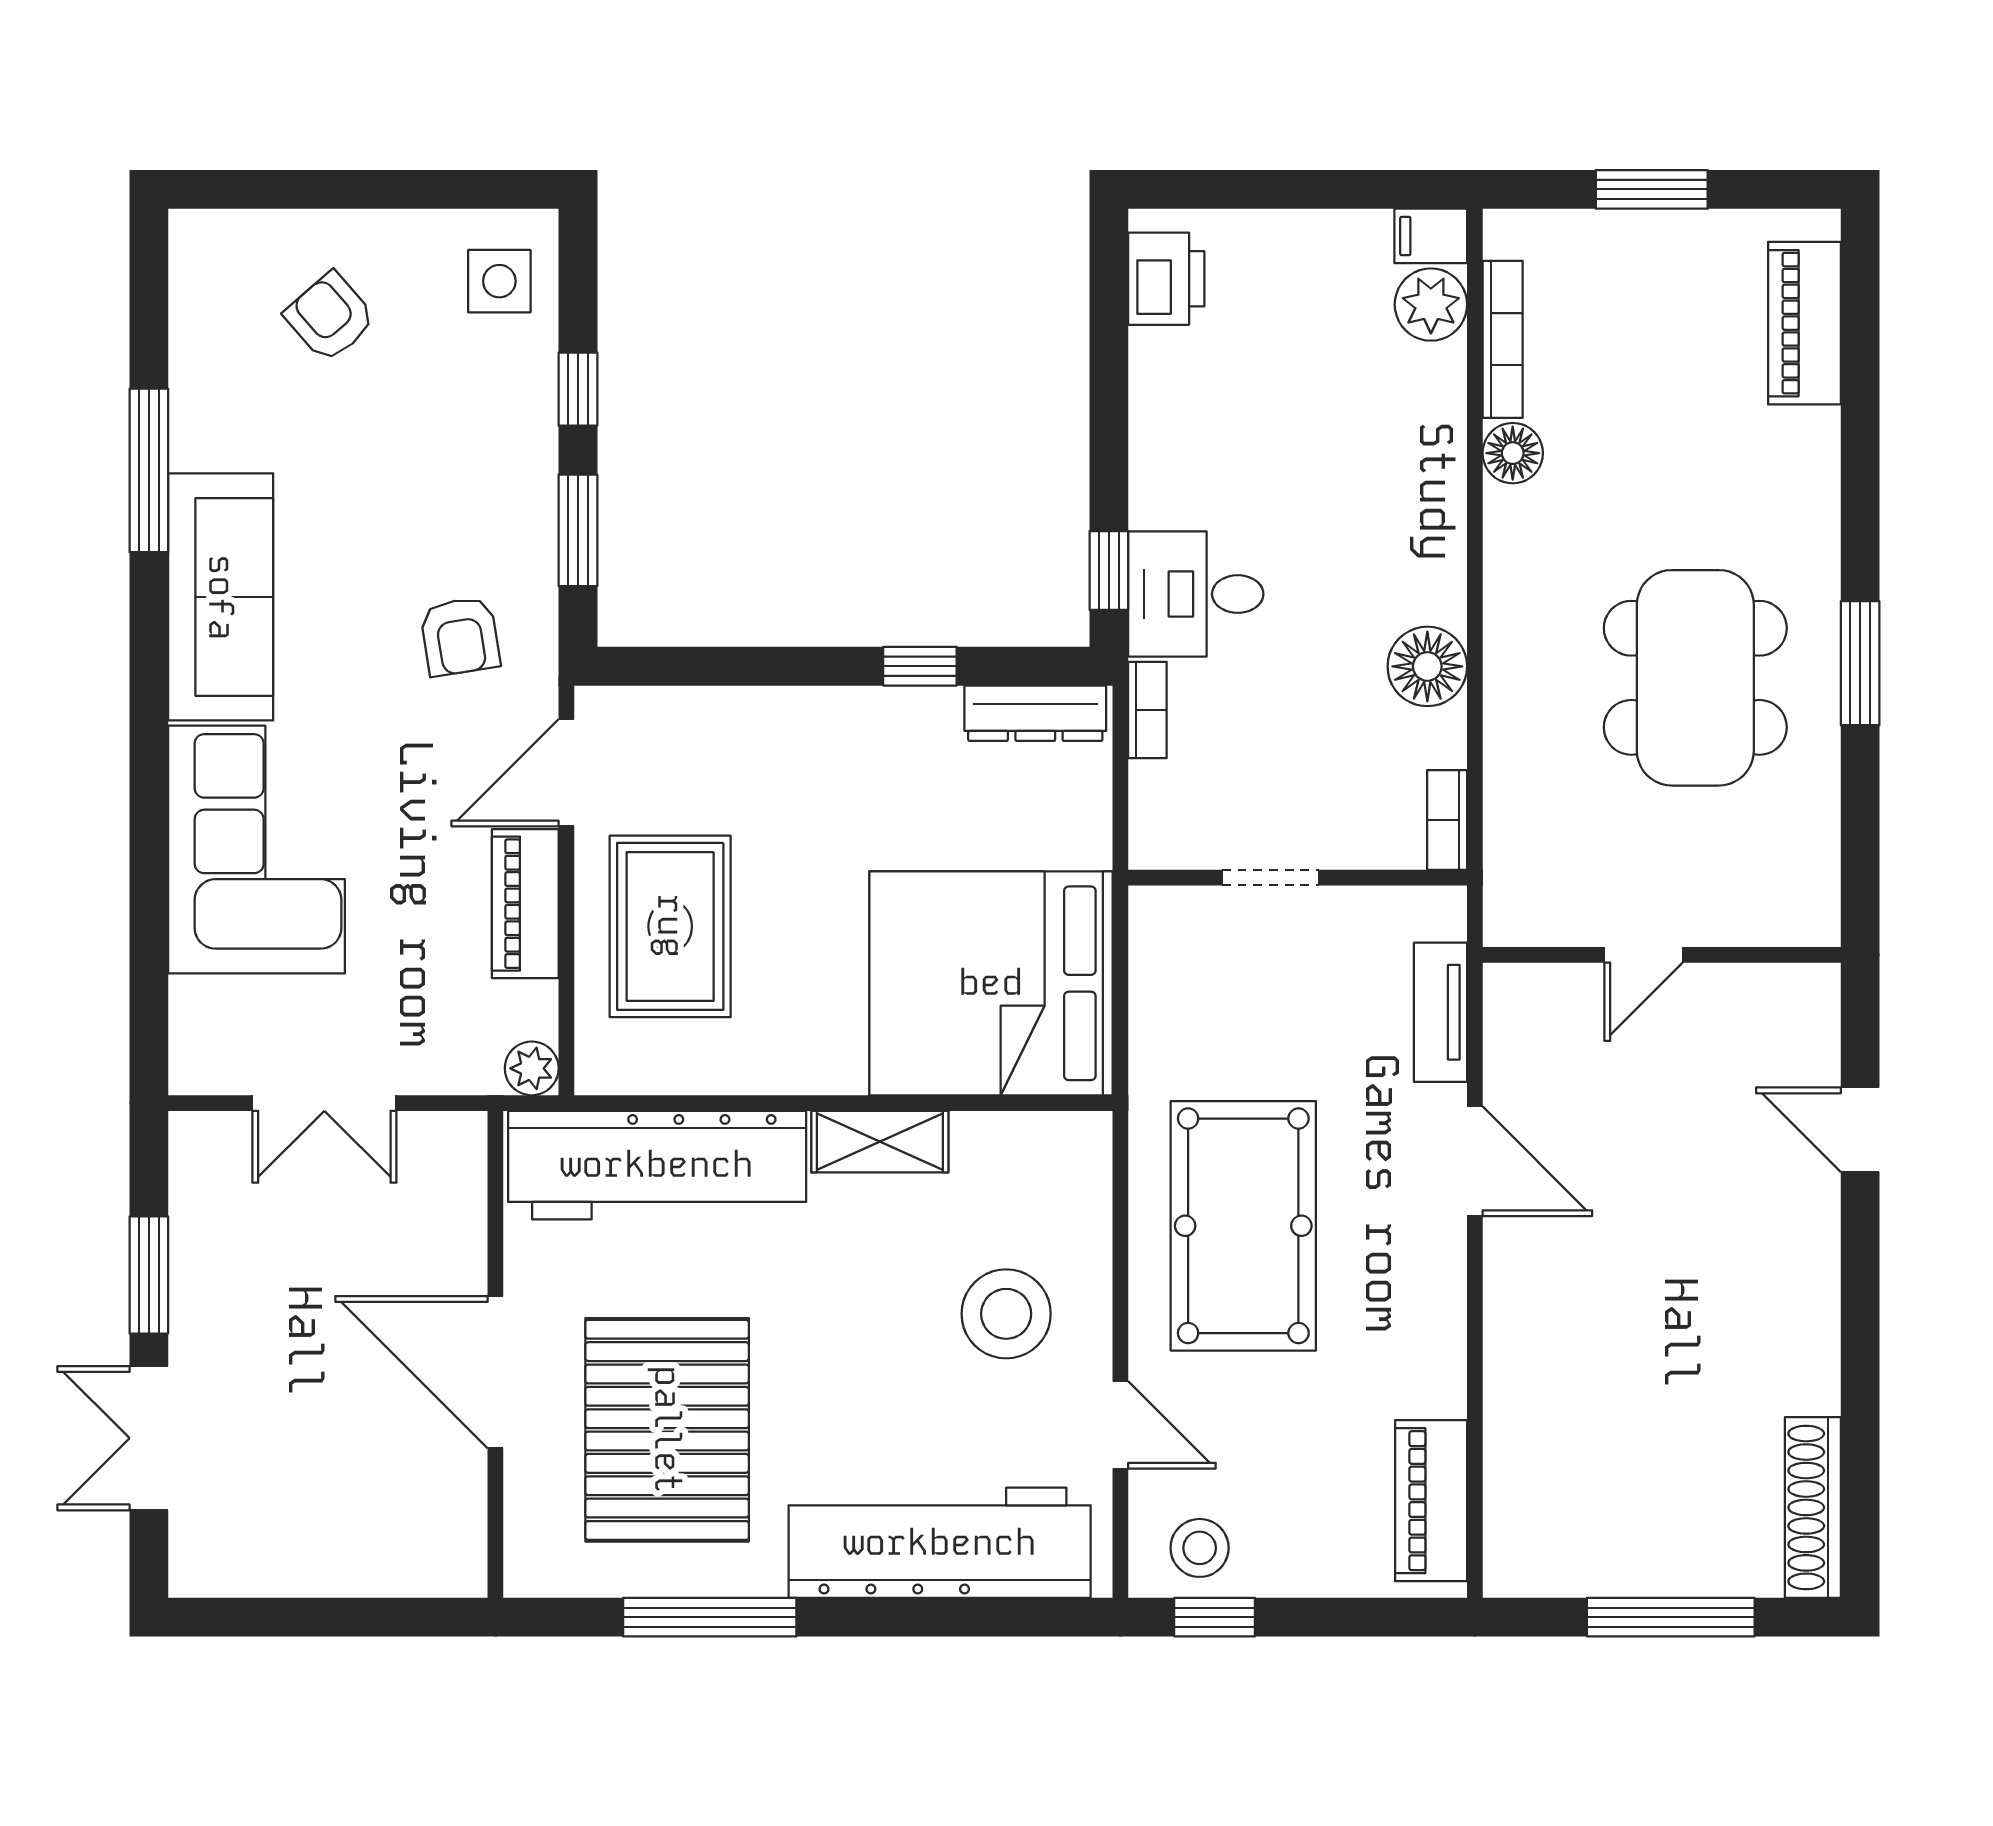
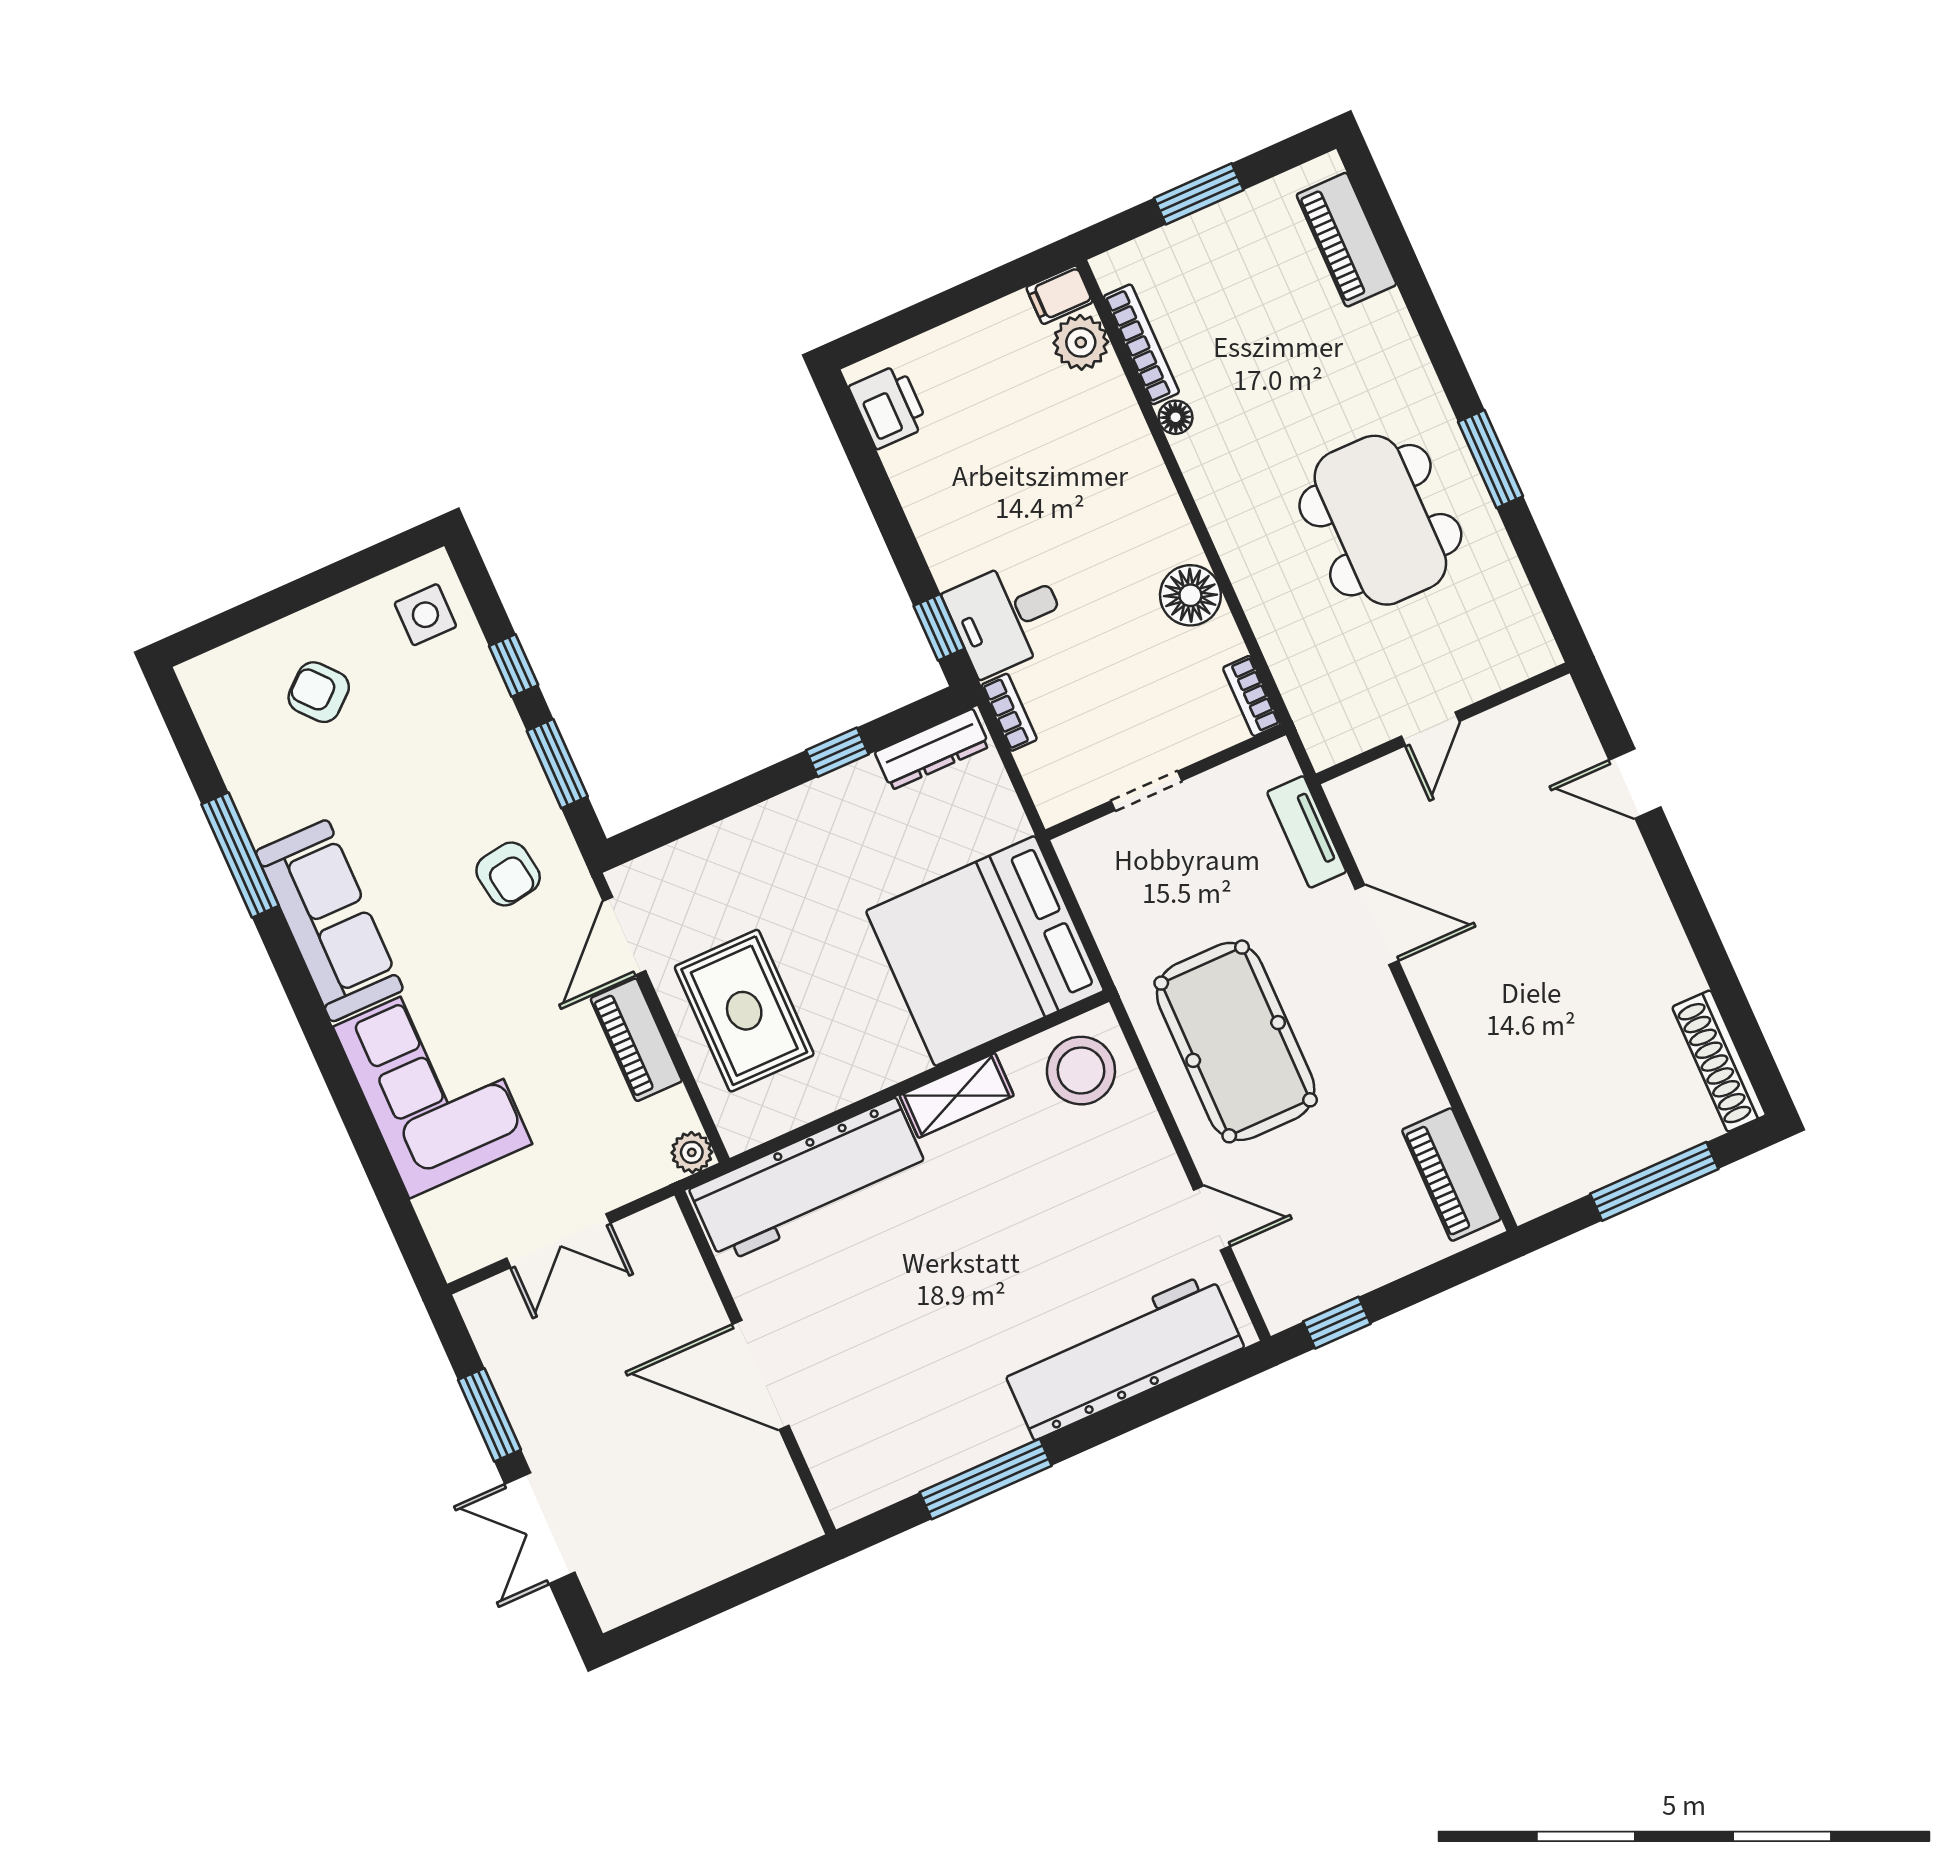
floor lamp: (1513, 453) -> (1176, 417), width x0.73, depth x0.73
stool: (1006, 1314) -> (1081, 1071), moved
pallet: (667, 1430) -> (898, 1362), removed
stool: (1200, 1548) -> (1305, 1279), removed

